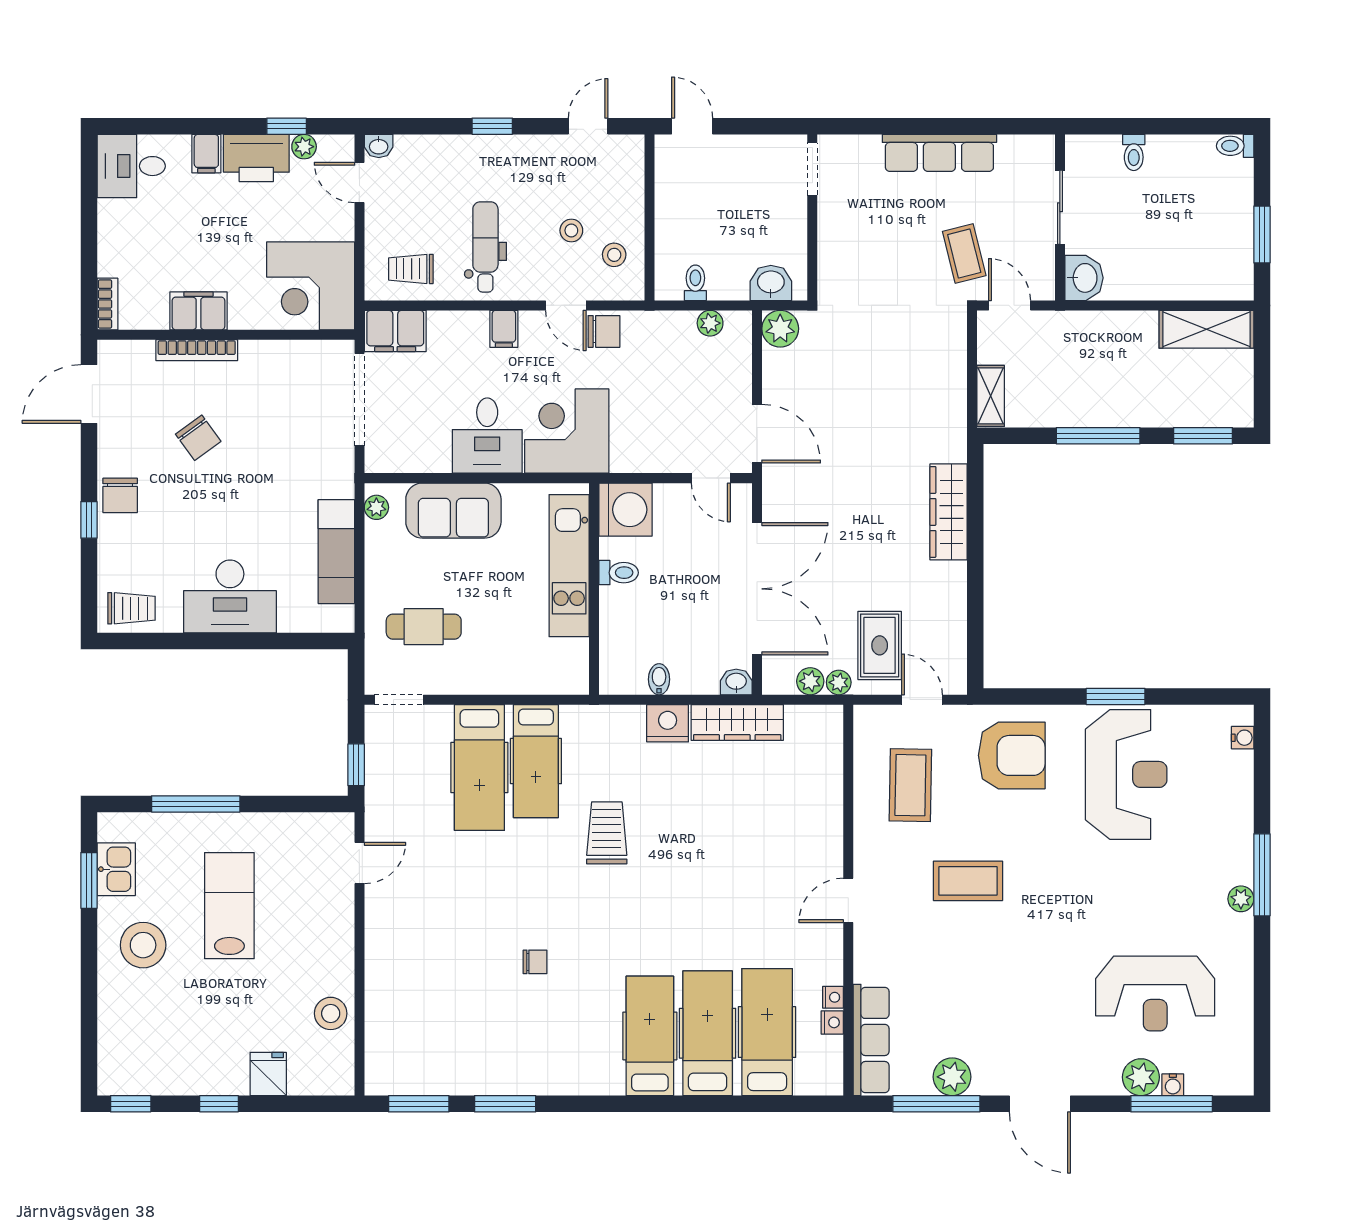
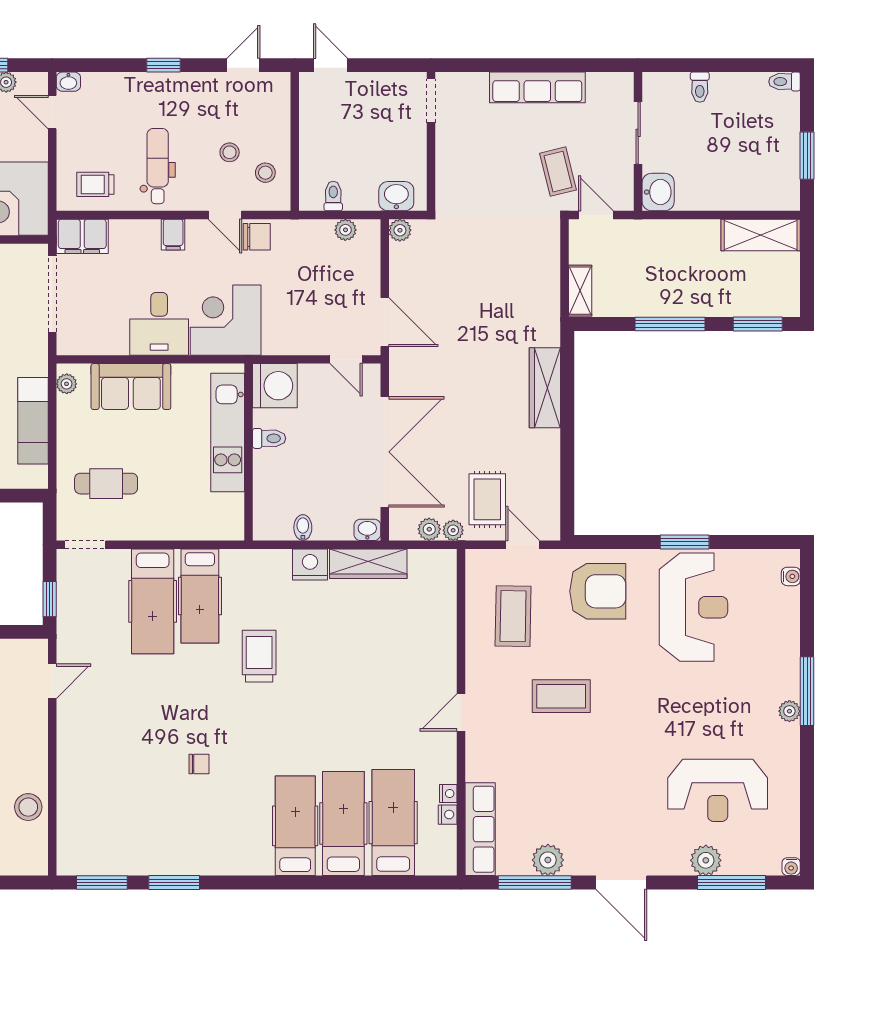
plant: (780, 329) -> (400, 230), width x0.73, depth x0.73
water cooler: (1173, 1085) -> (791, 867), moved

